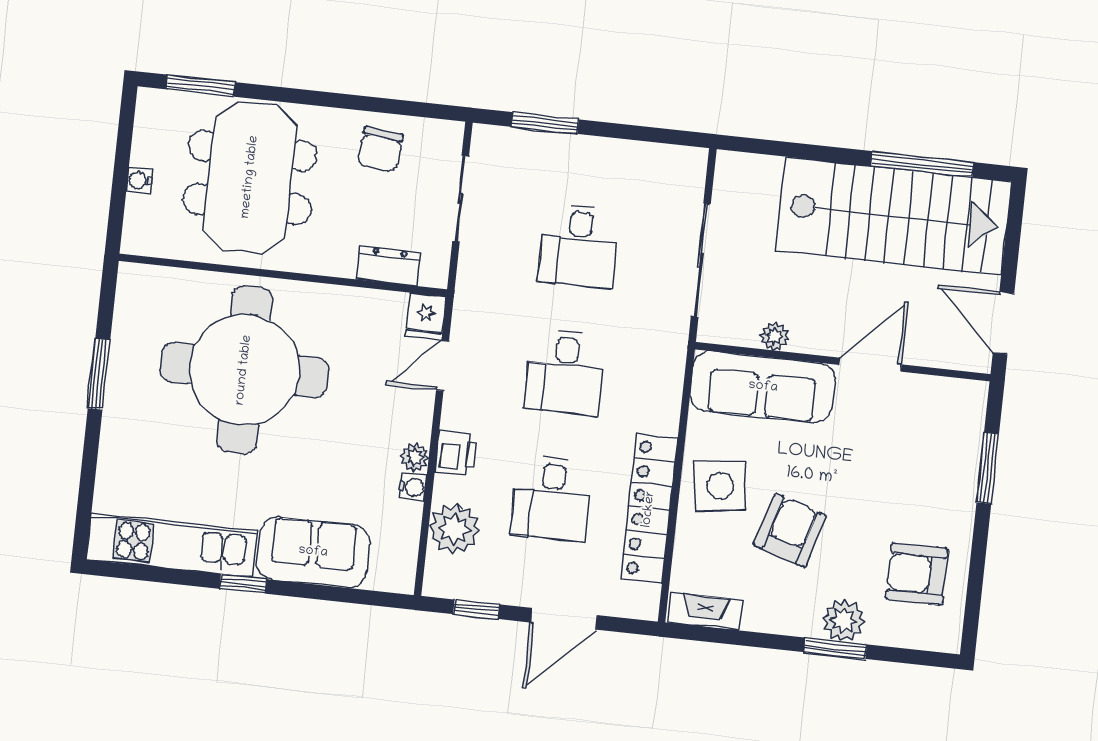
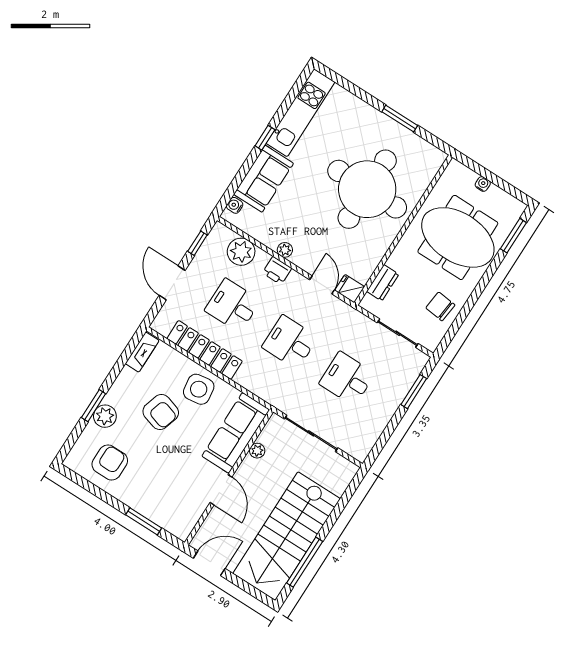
water cooler: (412, 487) -> (235, 205), moved, turned 90

